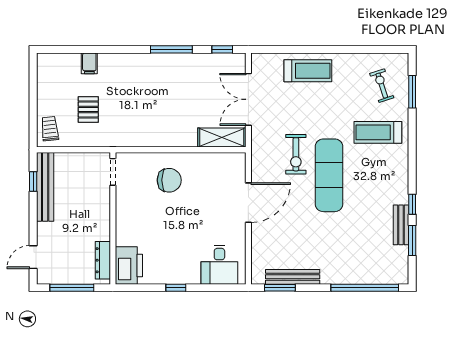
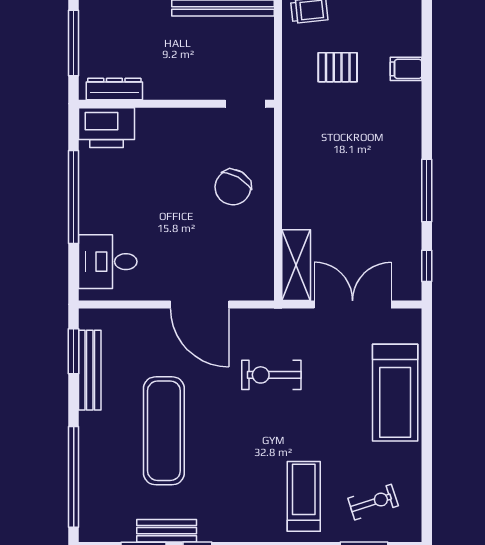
treadmill: (308, 71) -> (395, 393), width x1.37, depth x1.38
exercise mat: (329, 175) -> (164, 431), moved, turned 90
chair: (169, 180) -> (233, 187), turned 30
window: (176, 288) -> (74, 197), width x3.17

